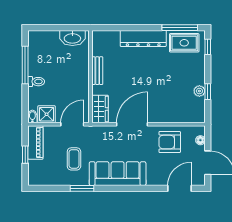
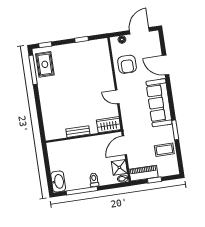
washbasin: (72, 38) -> (58, 181), moved
dresser: (143, 38) -> (46, 98), removed
plant: (199, 91) -> (82, 46), removed
door: (72, 124) -> (124, 145), hinge flipped
door: (132, 124) -> (117, 97), width x0.53
coffee table: (74, 159) -> (164, 150), moved
door: (179, 188) -> (166, 65), moved

